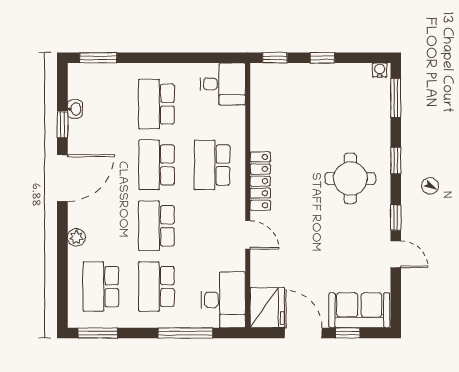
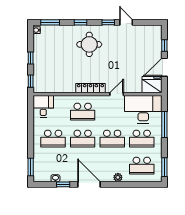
door: (396, 254) -> (126, 22), hinge flipped
desk: (223, 300) -> (143, 109), width x1.36, depth x1.30
sofa: (359, 310) -> (153, 40), removed

